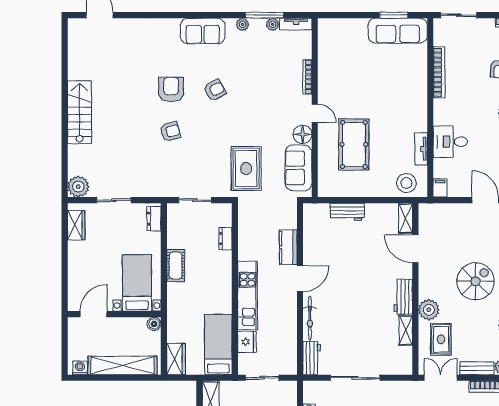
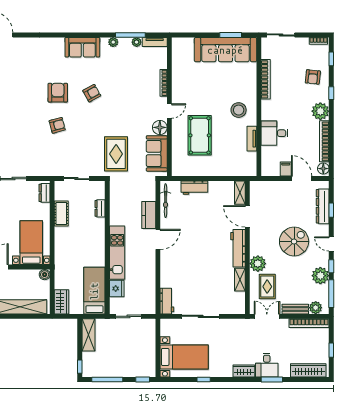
sofa: (398, 31) -> (225, 50), width x1.36, depth x1.27
door: (315, 113) -> (169, 111), hinge flipped
stool: (406, 183) -> (239, 110), moved
filing cabinet: (440, 188) -> (286, 169), moved
cot: (176, 265) -> (61, 214), moved
workbench: (403, 297) -> (238, 248), width x1.38
bicycle: (310, 318) -> (166, 201), moved

